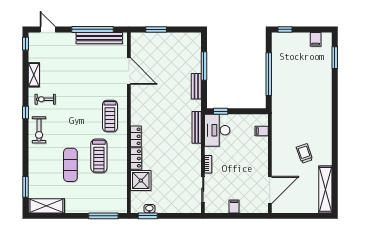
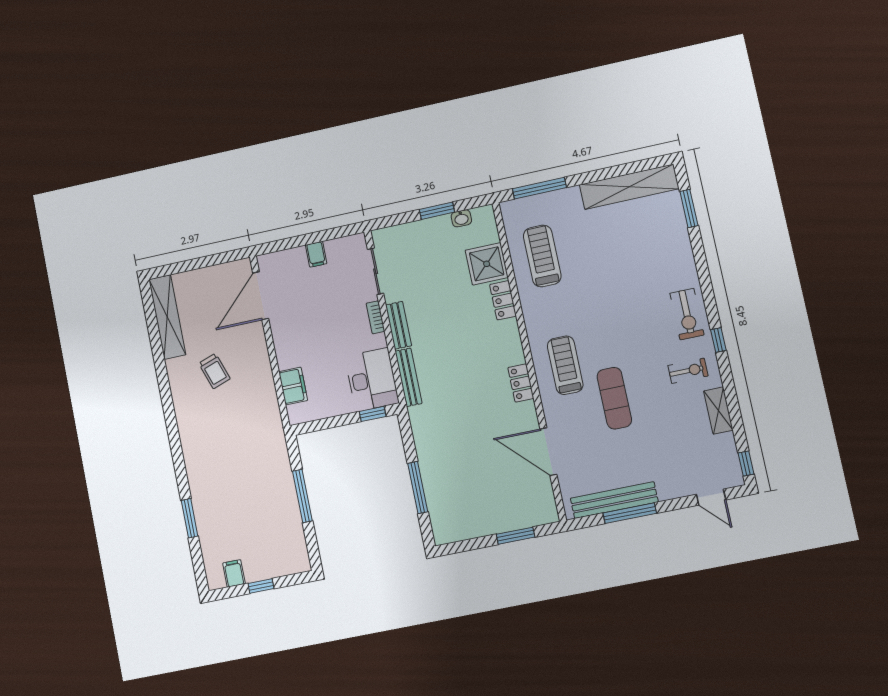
window: (92, 29) -> (630, 513), width x0.68
window: (285, 29) -> (261, 586), moved
window: (335, 58) -> (190, 518), moved
window: (269, 74) -> (302, 496), width x0.68
bench: (196, 86) -> (399, 325), moved
exercise bike: (39, 130) -> (687, 314), turned 180
filing cabinet: (262, 131) -> (293, 386), width x2.00
locker: (136, 136) -> (521, 383), moved
treadmill: (99, 156) -> (542, 256), moved
exercise mat: (70, 165) -> (614, 398), moved
shelving: (46, 206) -> (629, 187), width x1.47
window: (148, 216) -> (437, 211), moved

